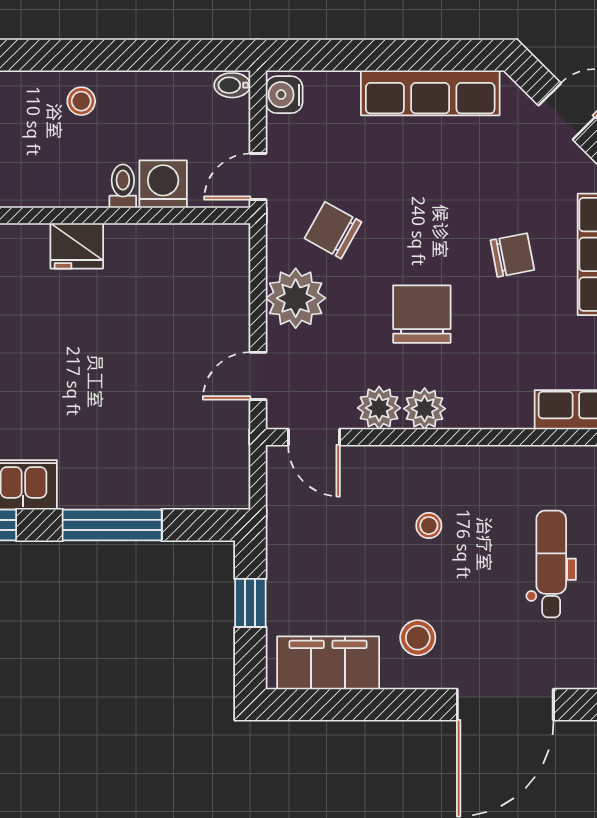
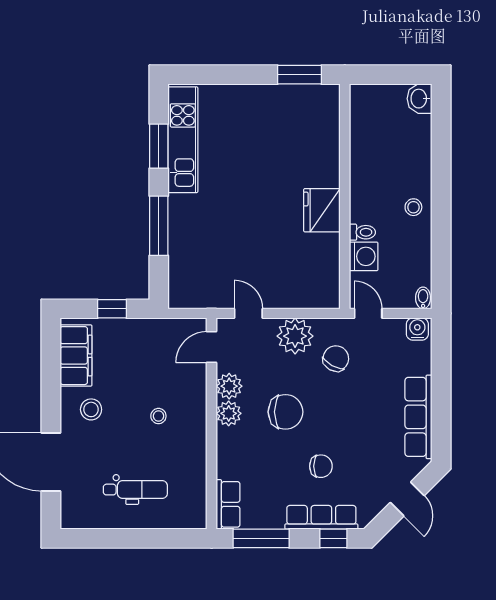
fridge: (77, 246) -> (322, 210), width x1.36, depth x1.34
chair: (512, 255) -> (321, 466), turned -79

